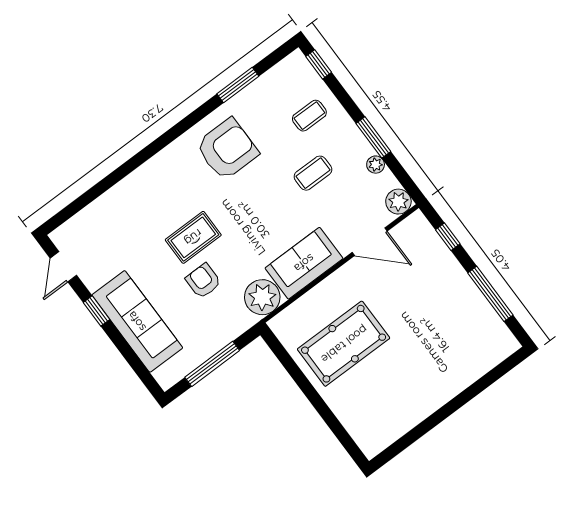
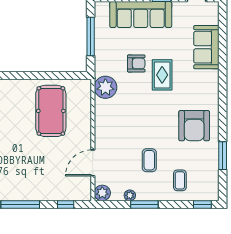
sofa: (304, 263) -> (206, 47), moved, turned 180

